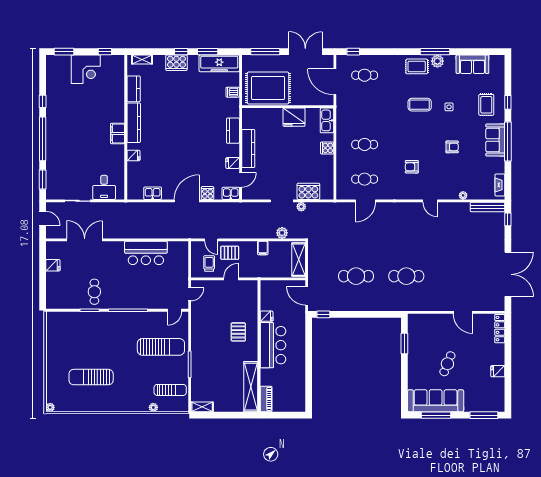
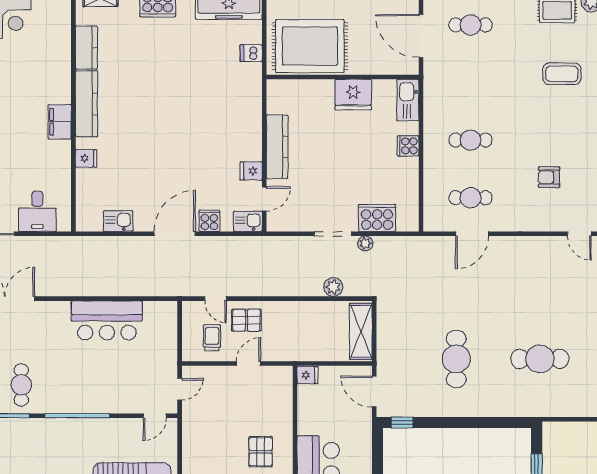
kitchen counter: (233, 131) -> (252, 117), removed
filing cabinet: (263, 248) -> (301, 312), removed
cafe table: (356, 276) -> (456, 359), turned 90
fridge: (267, 316) -> (308, 375), moved

